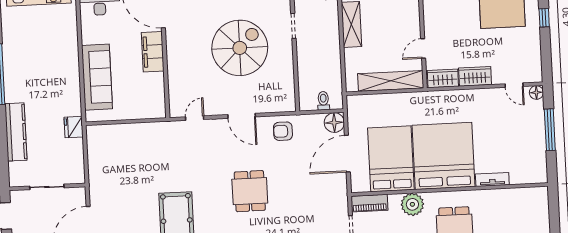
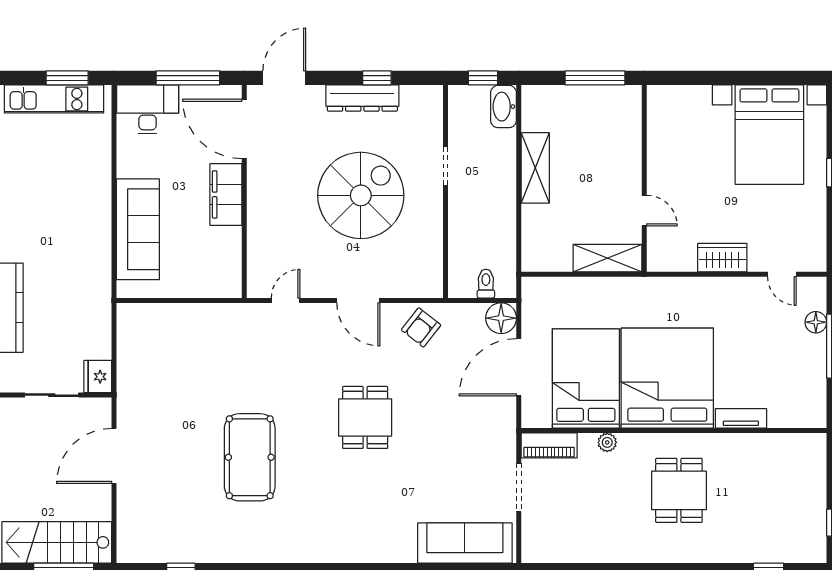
door: (423, 48) -> (644, 211), swing flipped
wardrobe: (443, 78) -> (672, 258), removed
shelving: (391, 81) -> (608, 258), width x0.68
floor lamp: (536, 92) -> (816, 322), moved
fridge: (74, 127) -> (98, 377), moved
armchair: (283, 131) -> (421, 327), turned -52
plant: (412, 204) -> (607, 442), width x0.53, depth x0.53

